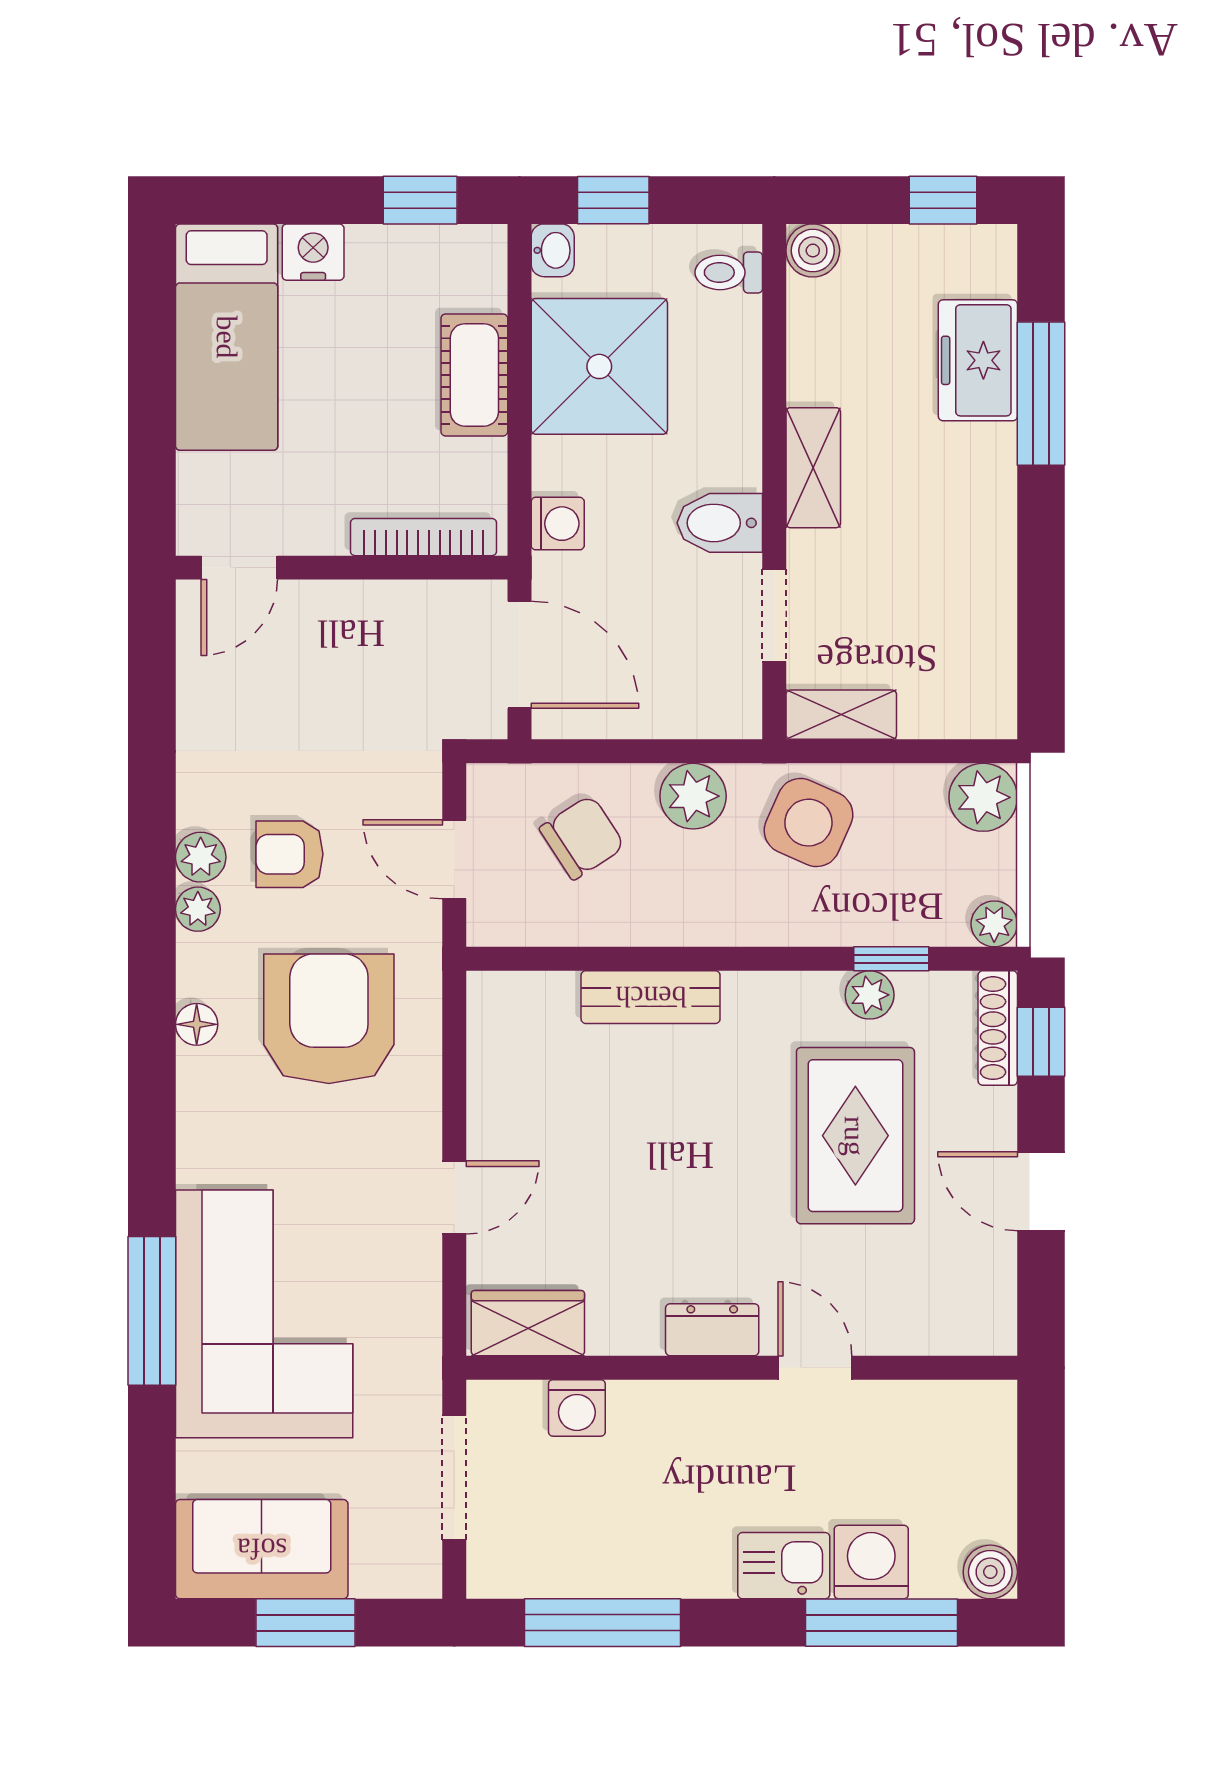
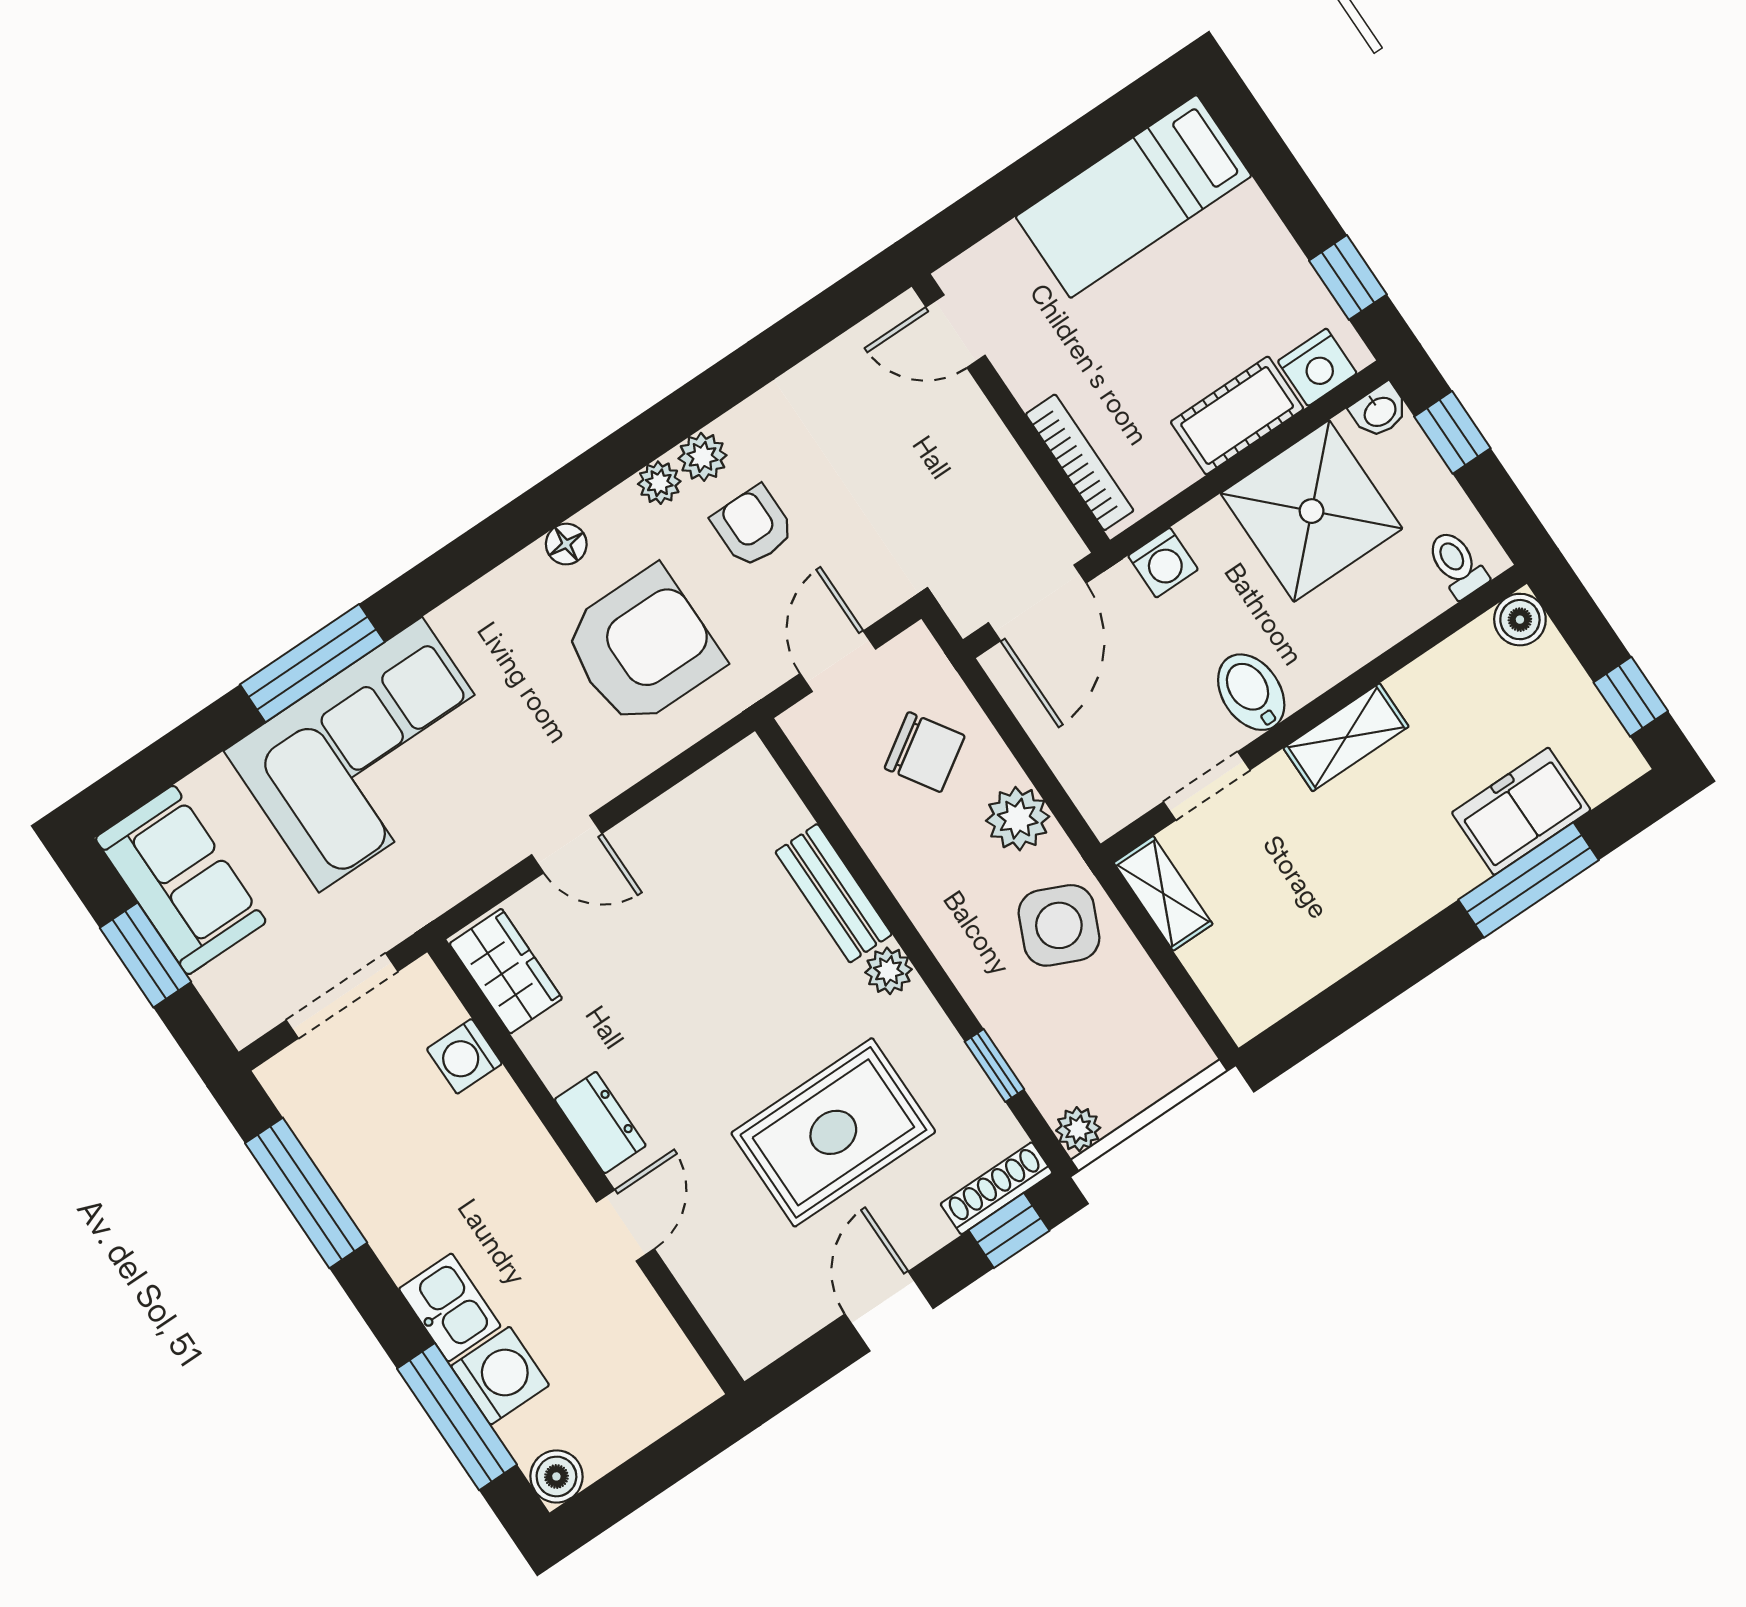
nightstand: (313, 252) -> (1317, 367), moved, turned 90
plant: (983, 797) -> (1174, 1052), removed
plant: (870, 995) -> (889, 971), moved

